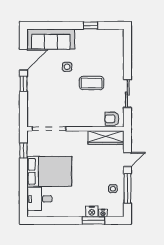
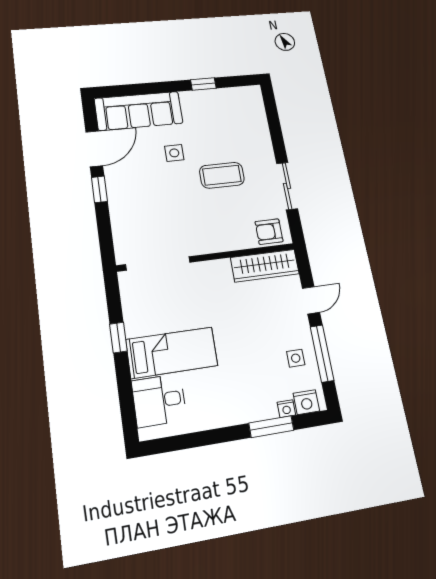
window: (23, 151) -> (118, 337), moved
bed: (49, 171) -> (172, 353), width x0.67
nightstand: (92, 212) -> (306, 402), moved

